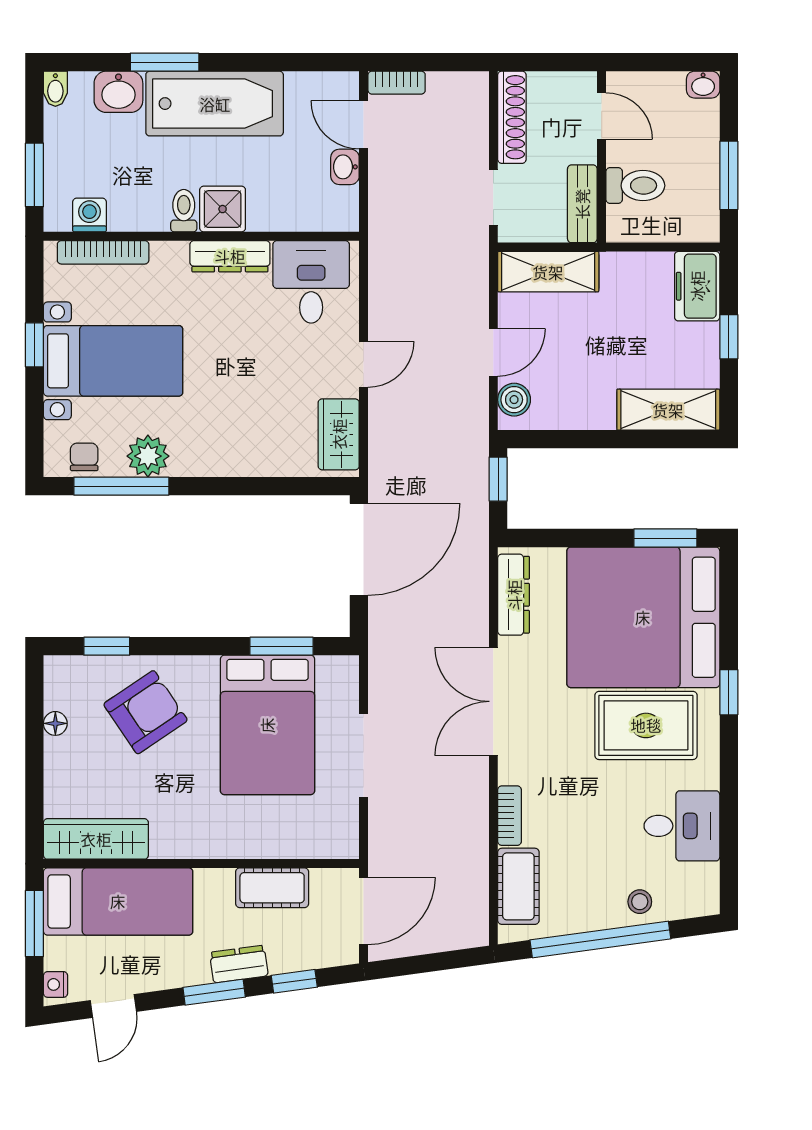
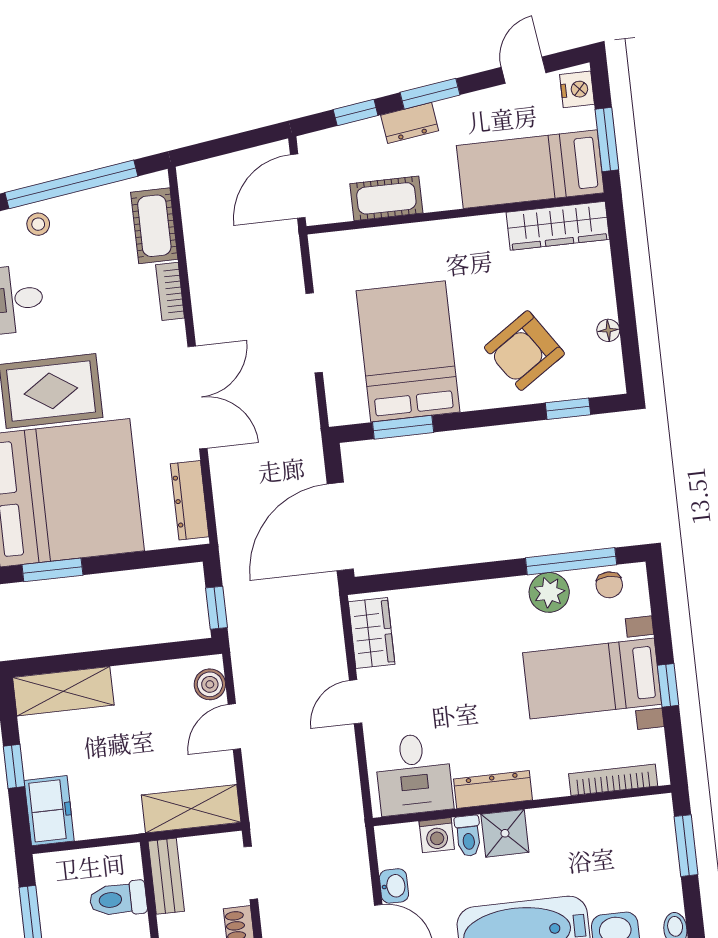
toilet: (184, 211) -> (468, 836), moved
washing machine: (89, 215) -> (437, 835), moved
nightstand: (56, 984) -> (577, 89), width x1.39, depth x1.35

